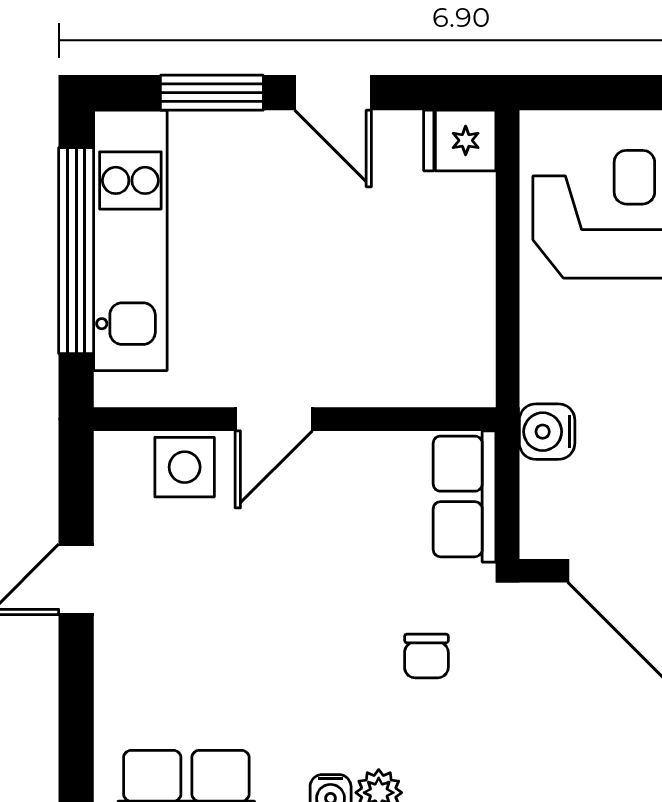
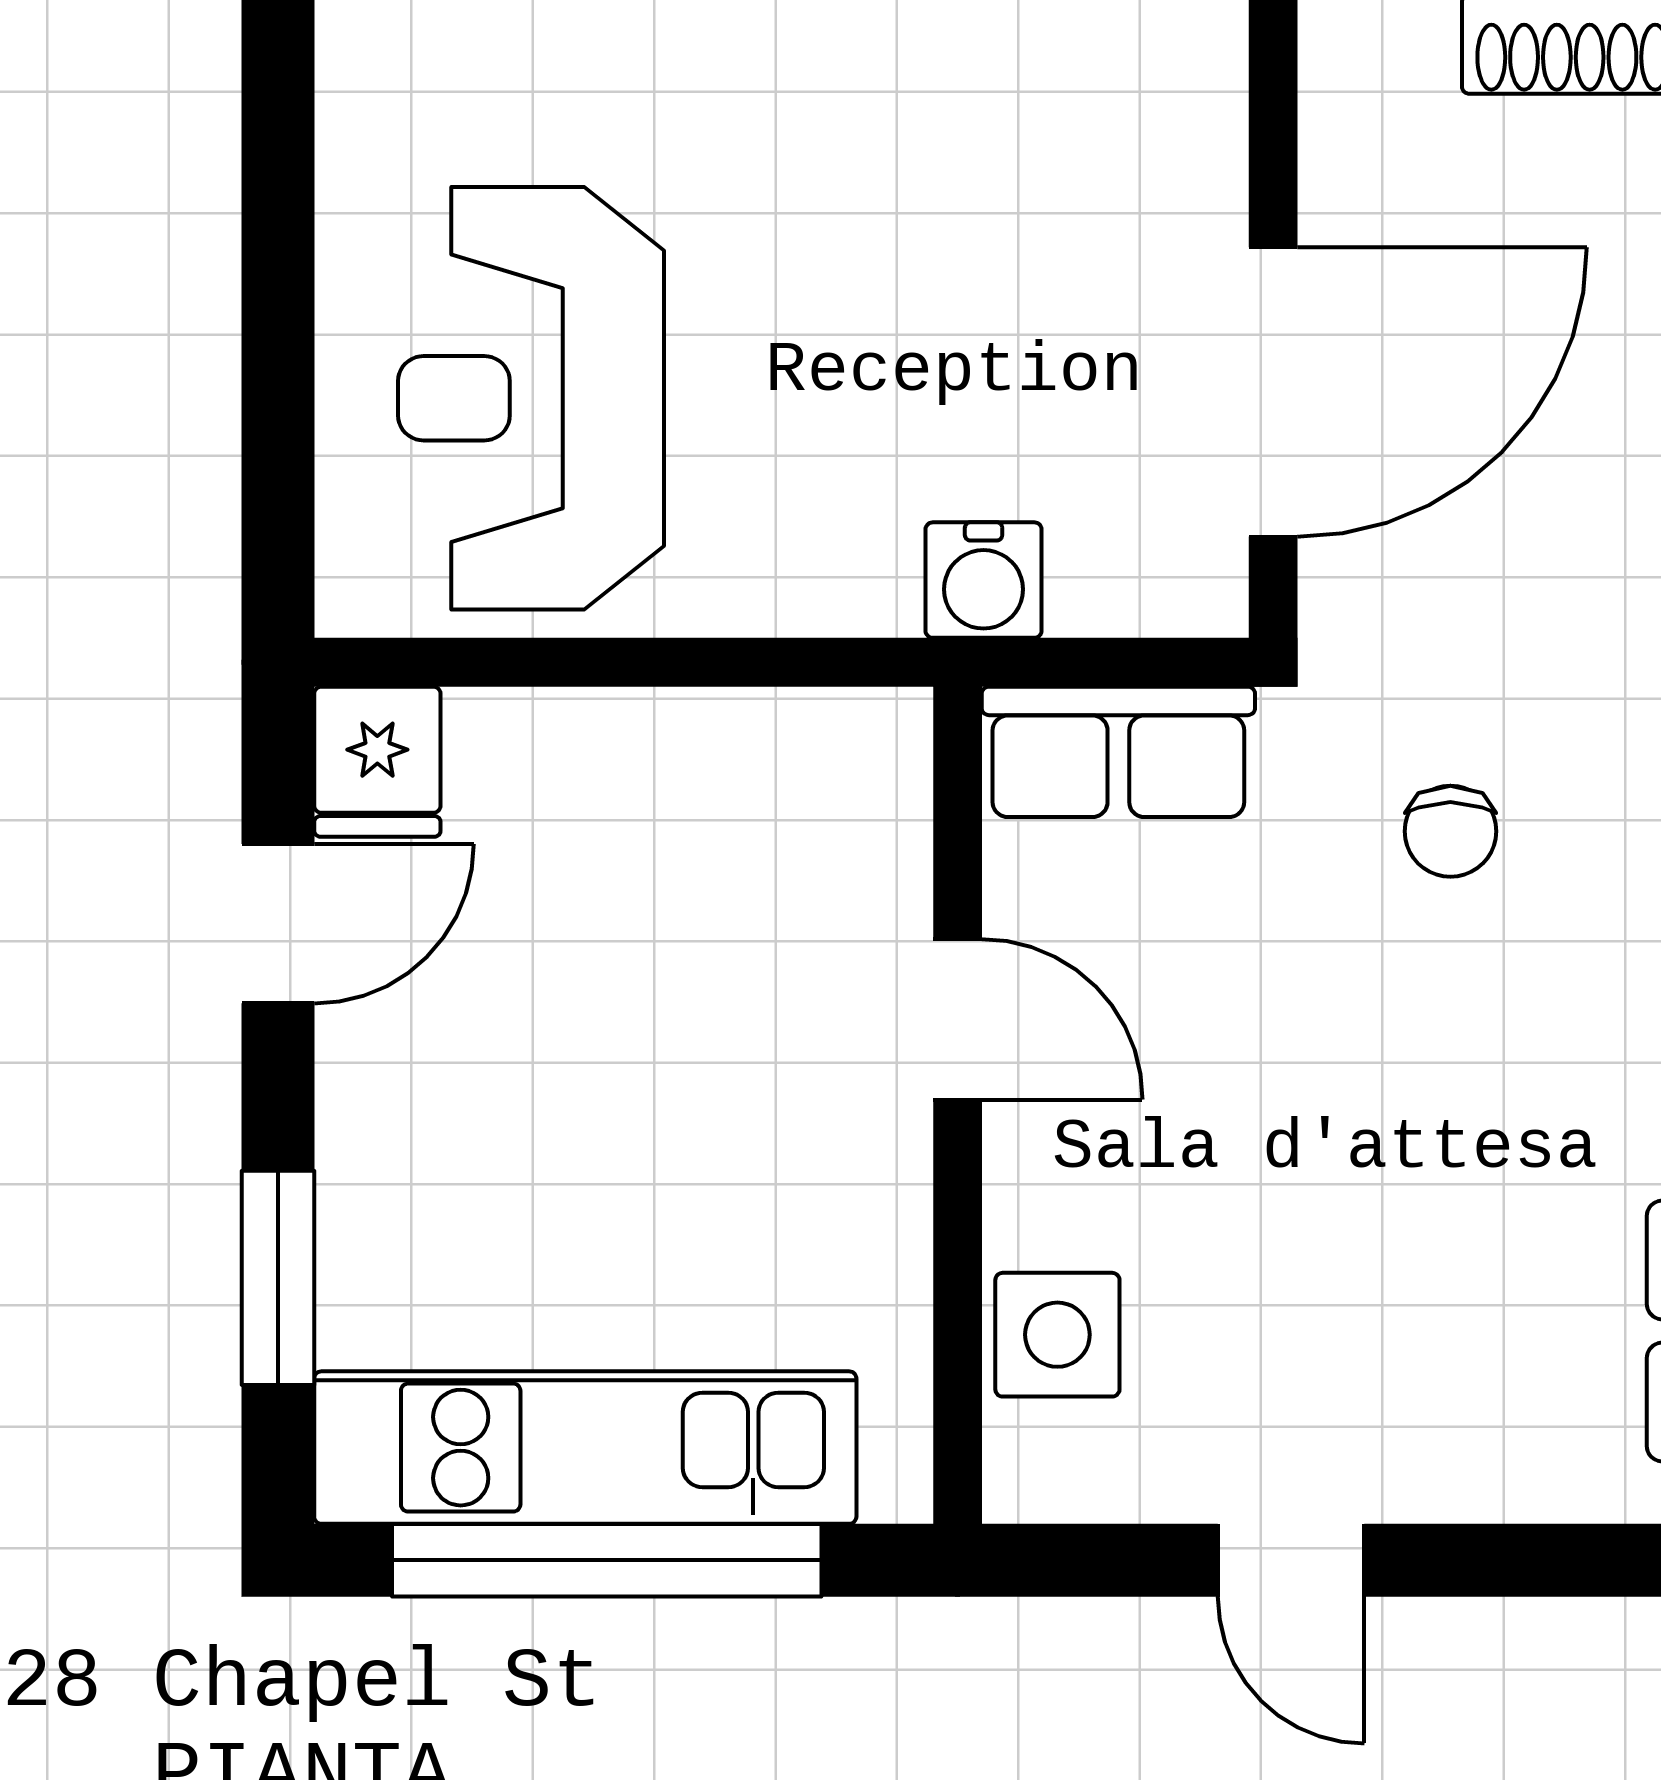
door: (333, 93) -> (278, 924), moved
door: (274, 419) -> (958, 1019), moved
chair: (426, 656) -> (1450, 831), turned 90

